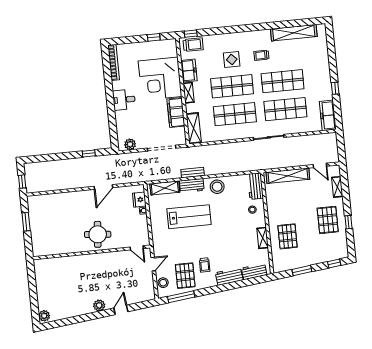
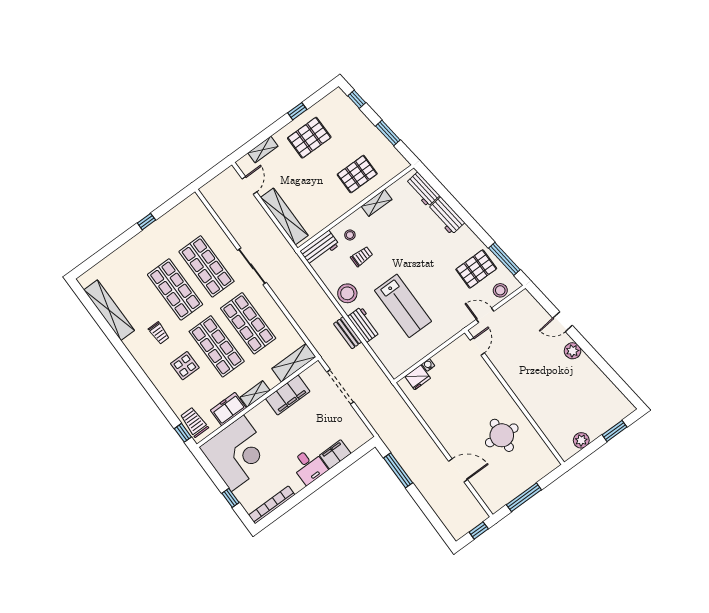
window: (154, 37) -> (230, 498), moved
corner desk: (160, 79) -> (237, 453), moved
freezer: (328, 115) -> (184, 211), removed
filing cabinet: (122, 120) -> (335, 454), added
plant: (130, 144) -> (358, 427), removed
window: (89, 154) -> (398, 470), width x2.17
door: (103, 187) -> (458, 470), moved
shelving: (165, 188) -> (386, 355), removed
lab bench: (189, 217) -> (403, 306), turned 180
window: (26, 222) -> (524, 497), width x1.44
round table: (98, 234) -> (502, 435), moved
trolley: (205, 265) -> (362, 256), moved
window: (34, 302) -> (615, 431), added
plant: (44, 316) -> (581, 440), moved

